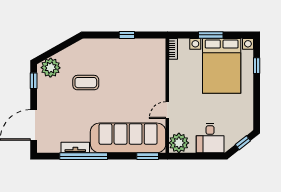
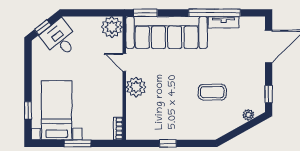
bed with nightstands: (222, 66) -> (57, 110), width x0.73
plant: (51, 68) -> (248, 115), width x0.53, depth x0.53
plant: (156, 87) -> (136, 87), added
door: (167, 110) -> (124, 62), swing flipped
desk: (210, 138) -> (60, 39), moved, turned -38

